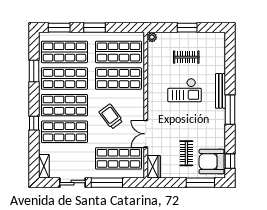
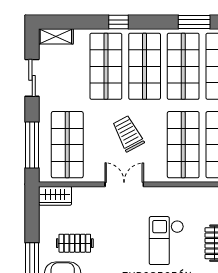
trolley: (111, 116) -> (128, 134), turned -81
double door: (146, 134) -> (124, 184), moved
window: (107, 183) -> (32, 145), moved

